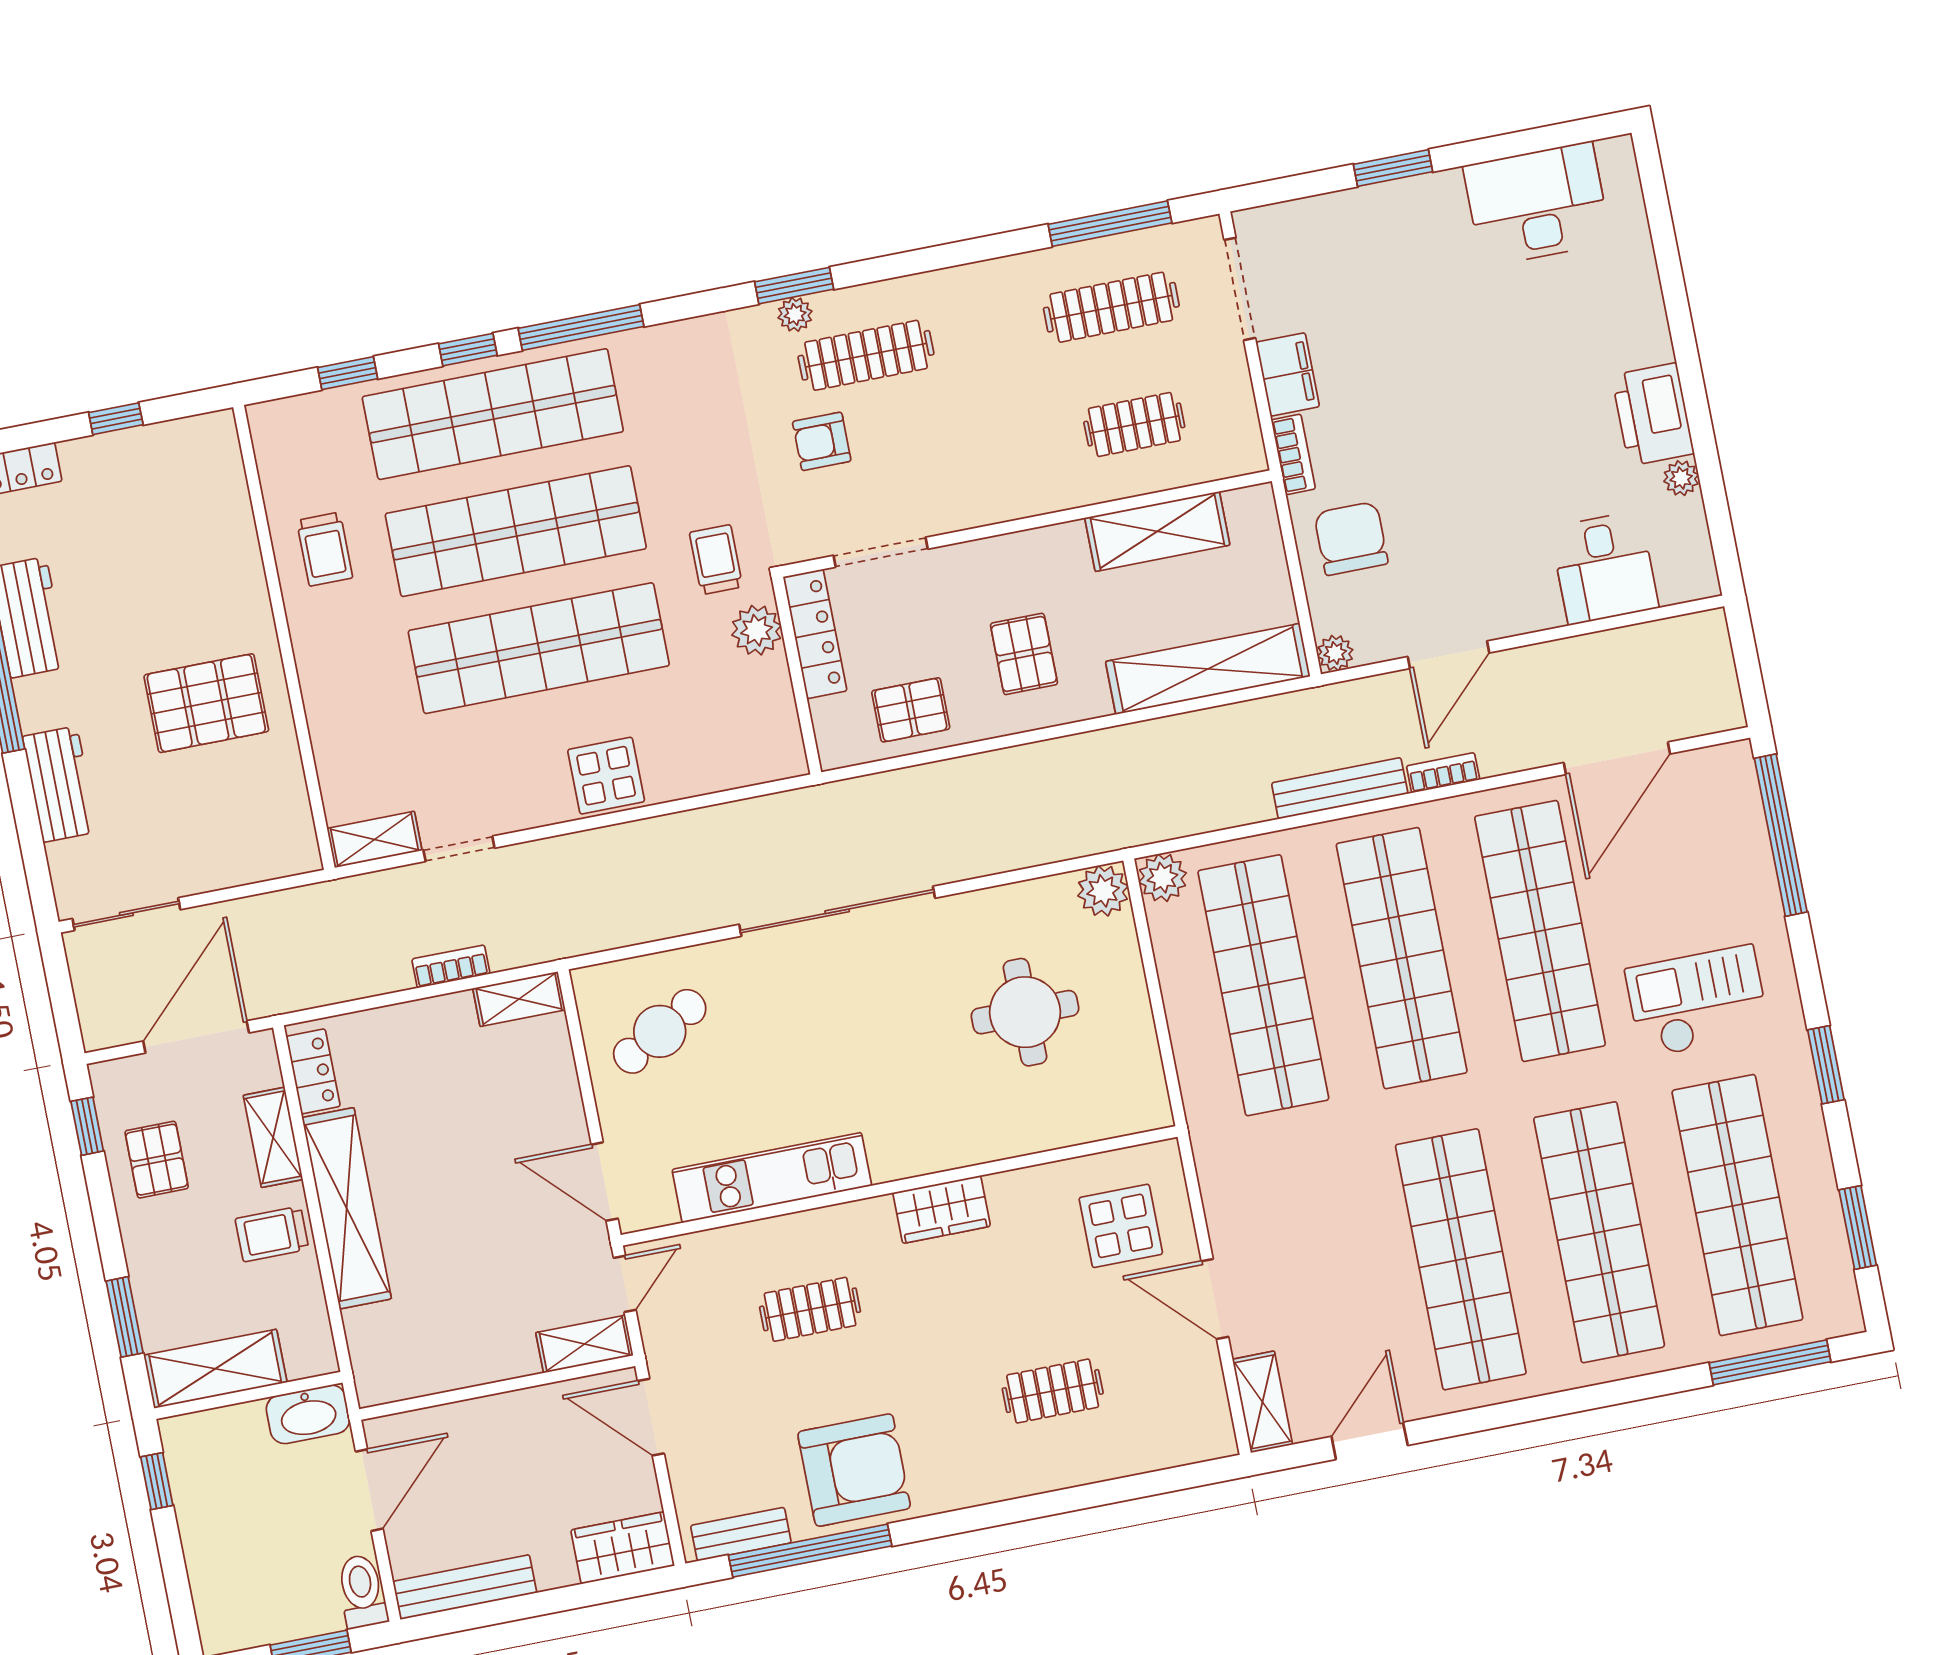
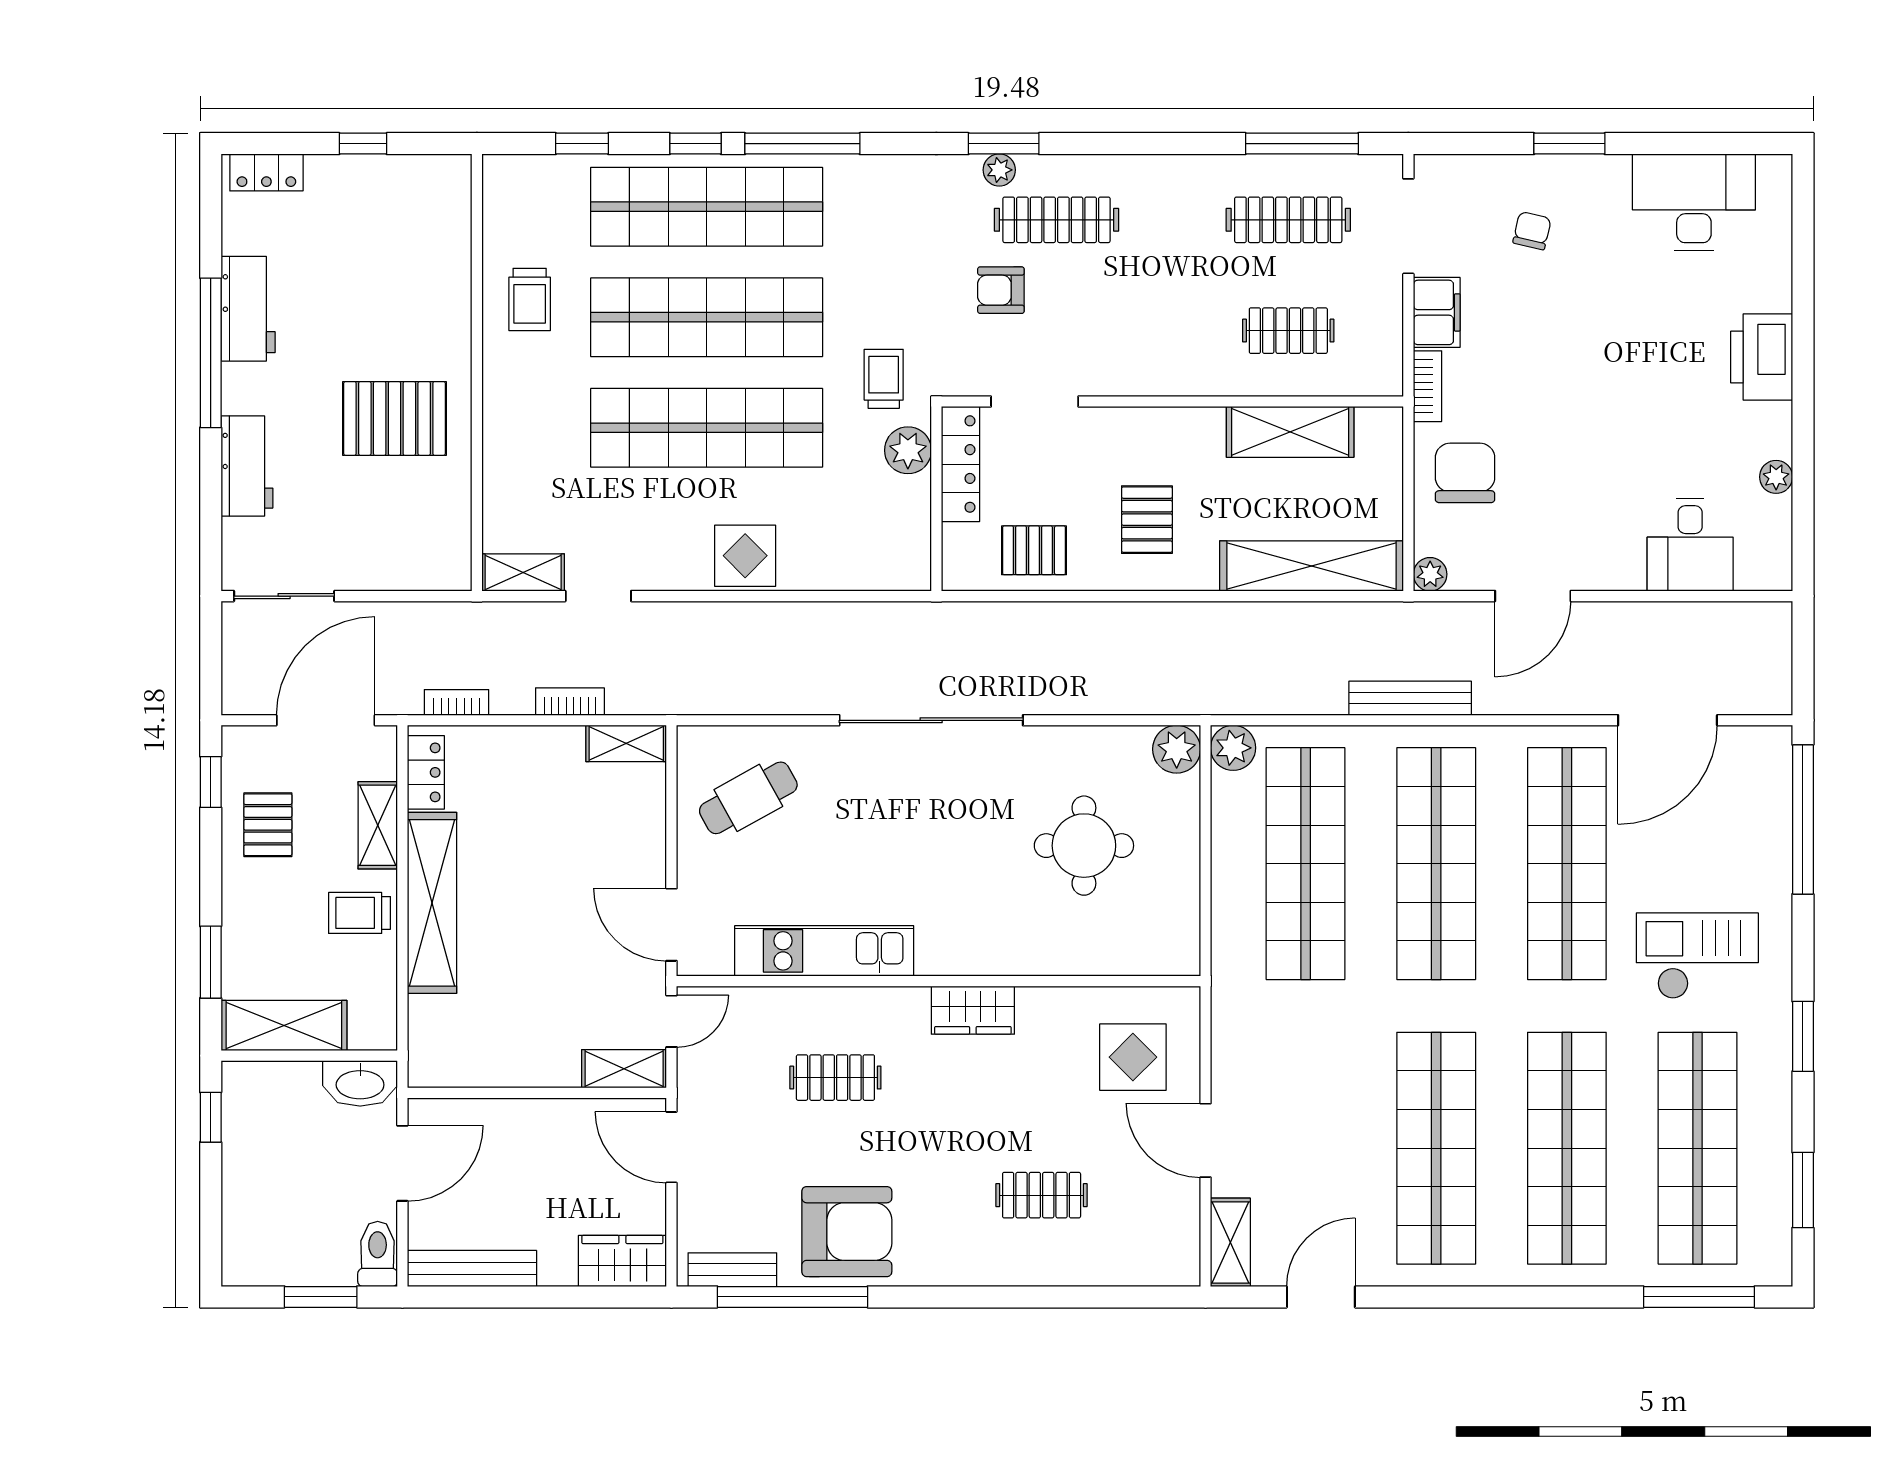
chair: (1372, 268) -> (1532, 231), added
printer: (1653, 414) -> (1762, 357), moved
bookcase: (1443, 773) -> (456, 702), moved

